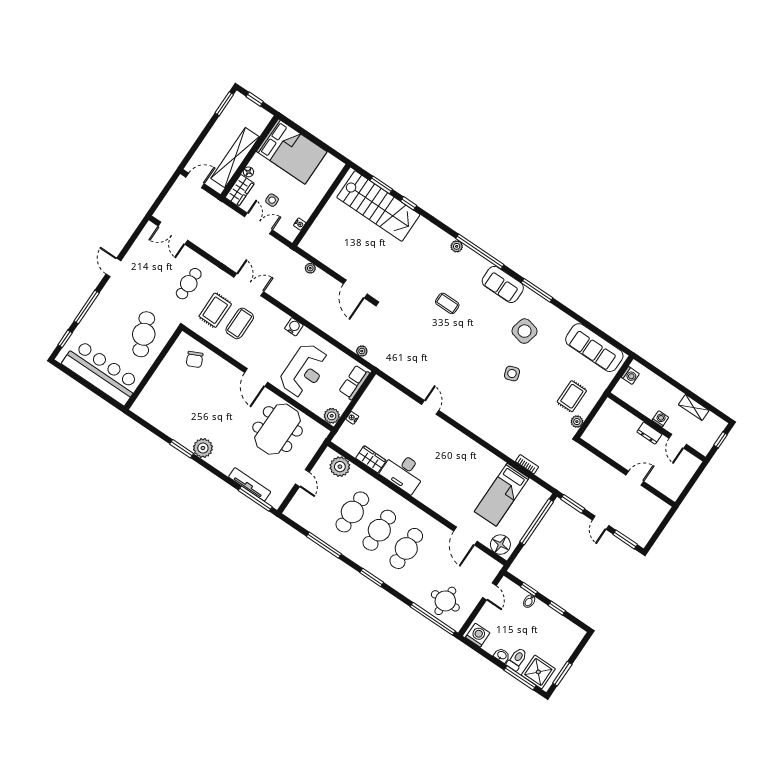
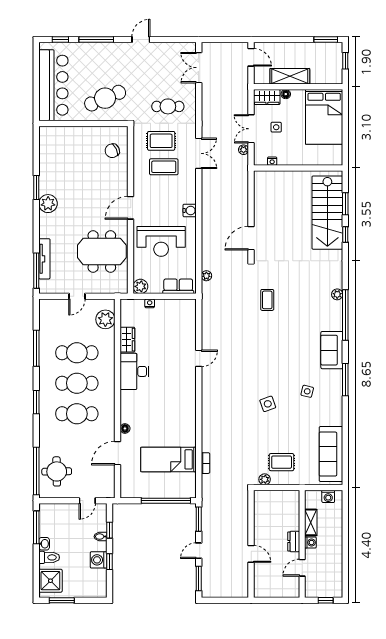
shelving: (235, 158) -> (290, 76), width x0.68
double door: (258, 223) -> (251, 129), swing flipped
plant: (310, 268) -> (244, 150), moved
coffee table: (447, 303) -> (267, 300), moved
side table: (525, 331) -> (307, 391), width x0.54, depth x0.54
shelving: (694, 407) -> (311, 522), moved
floor lamp: (500, 545) -> (125, 428), moved, width x0.53, depth x0.53
washing machine: (478, 635) -> (99, 560), moved, turned 180
window: (520, 678) -> (36, 527), moved

